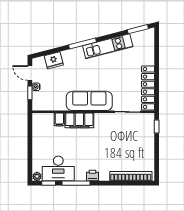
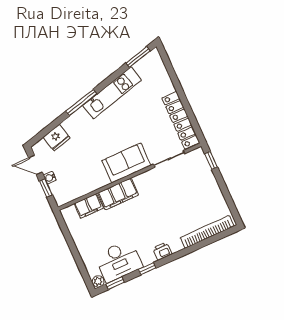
sofa: (89, 101) -> (126, 163), width x0.73
filing cabinet: (59, 119) -> (89, 206), width x2.00
window: (76, 183) -> (147, 269), width x0.46

